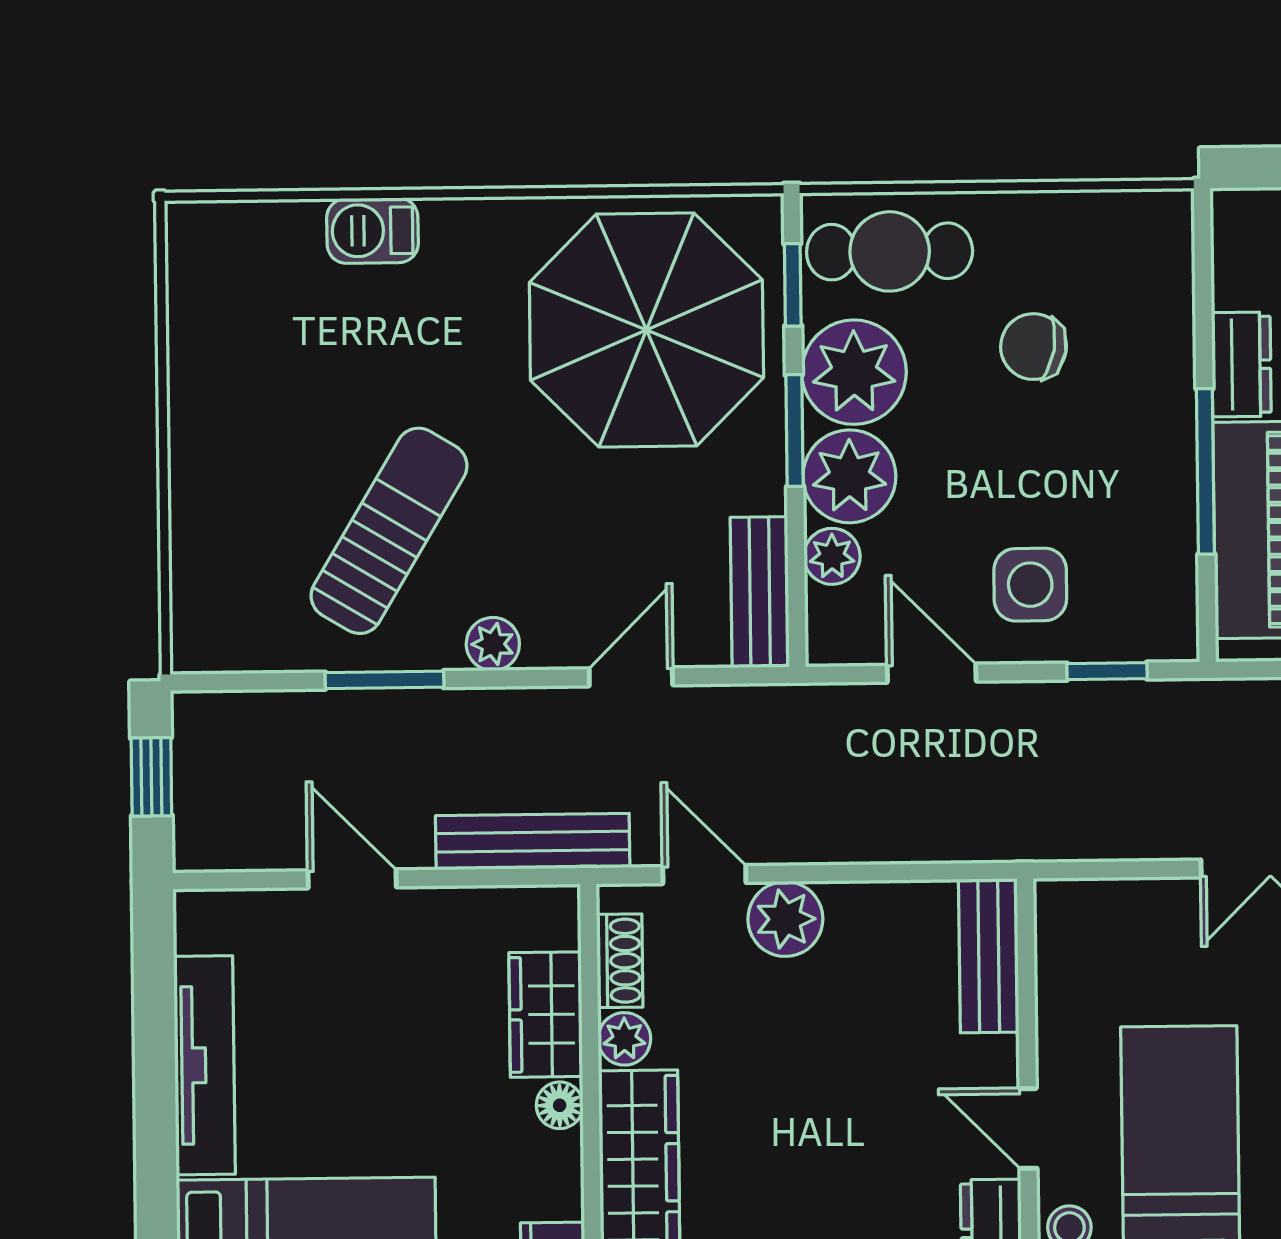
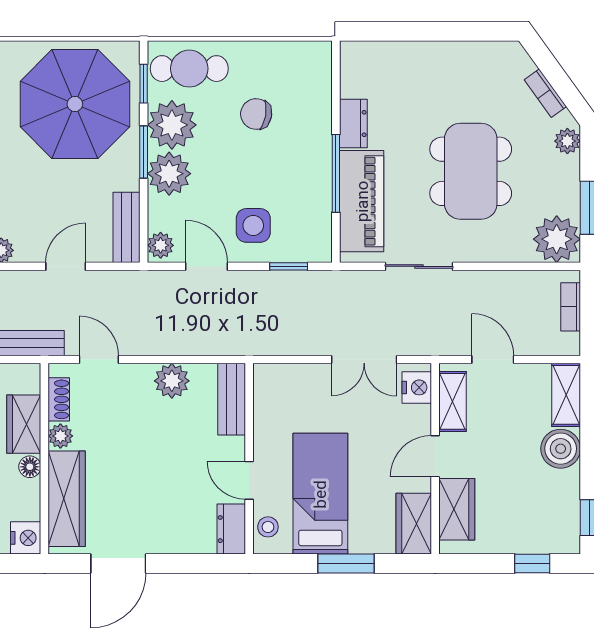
plant: (832, 556) -> (161, 245), moved
plant: (785, 919) -> (172, 381), moved

